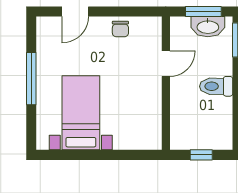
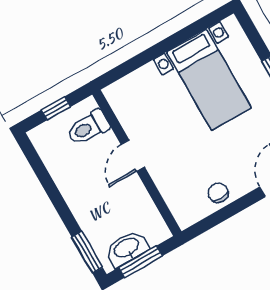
door: (166, 64) -> (133, 156), moved
toilet: (216, 86) -> (88, 128), moved, turned 180

